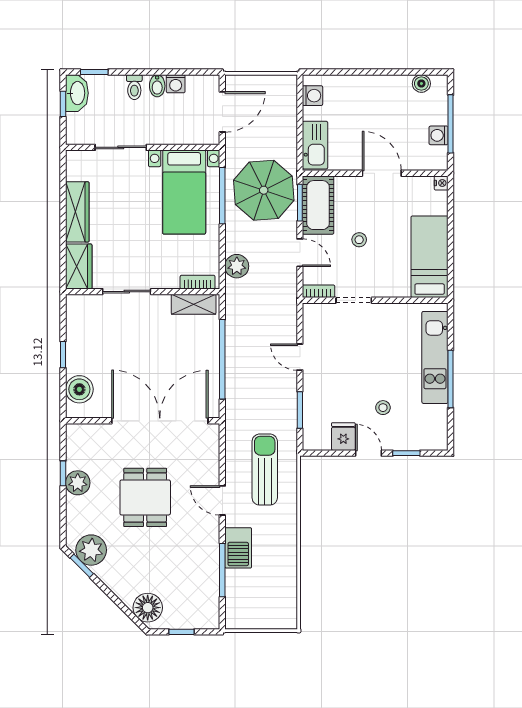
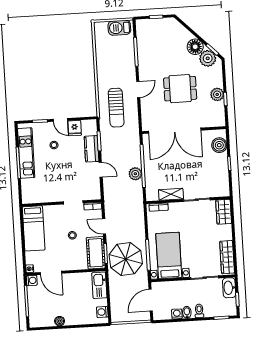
boiler: (421, 84) -> (60, 321), moved
washbasin: (77, 93) -> (229, 288), moved
washing machine: (439, 135) -> (32, 280), moved
door: (382, 173) -> (51, 273), moved
wardrobe: (77, 212) -> (227, 257), moved
plant: (237, 266) -> (135, 174), moved
shelving: (194, 304) -> (171, 194), moved
kitchen unit: (435, 357) -> (26, 153), moved
kitchen counter: (314, 396) -> (92, 149), added
dining table: (145, 497) -> (180, 89), turned 90
door: (222, 500) -> (138, 89), hinge flipped
barbecue: (238, 548) -> (119, 28), moved, turned -90
floor lamp: (148, 608) -> (195, 47), moved

